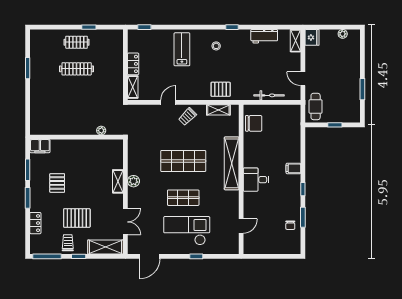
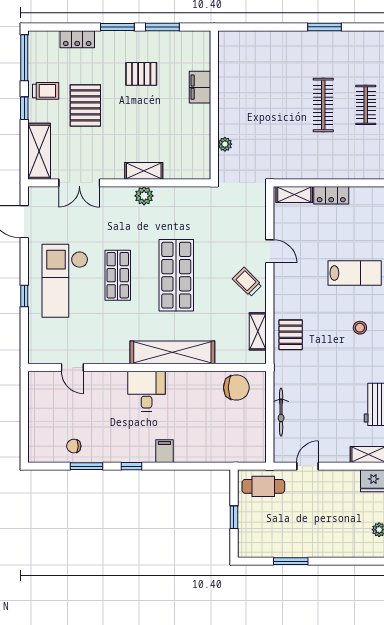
chair: (254, 123) -> (236, 388), turned -90
filing cabinet: (40, 146) -> (200, 87), moved
checkout: (187, 231) -> (65, 281), turned 180

